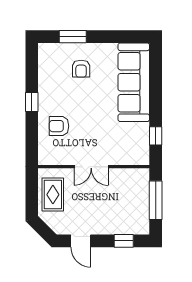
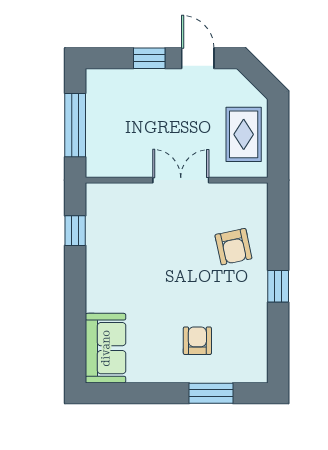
sofa: (134, 82) -> (105, 348), width x0.54, depth x0.79
armchair: (59, 126) -> (233, 247), turned 78
window: (124, 241) -> (149, 58), moved

